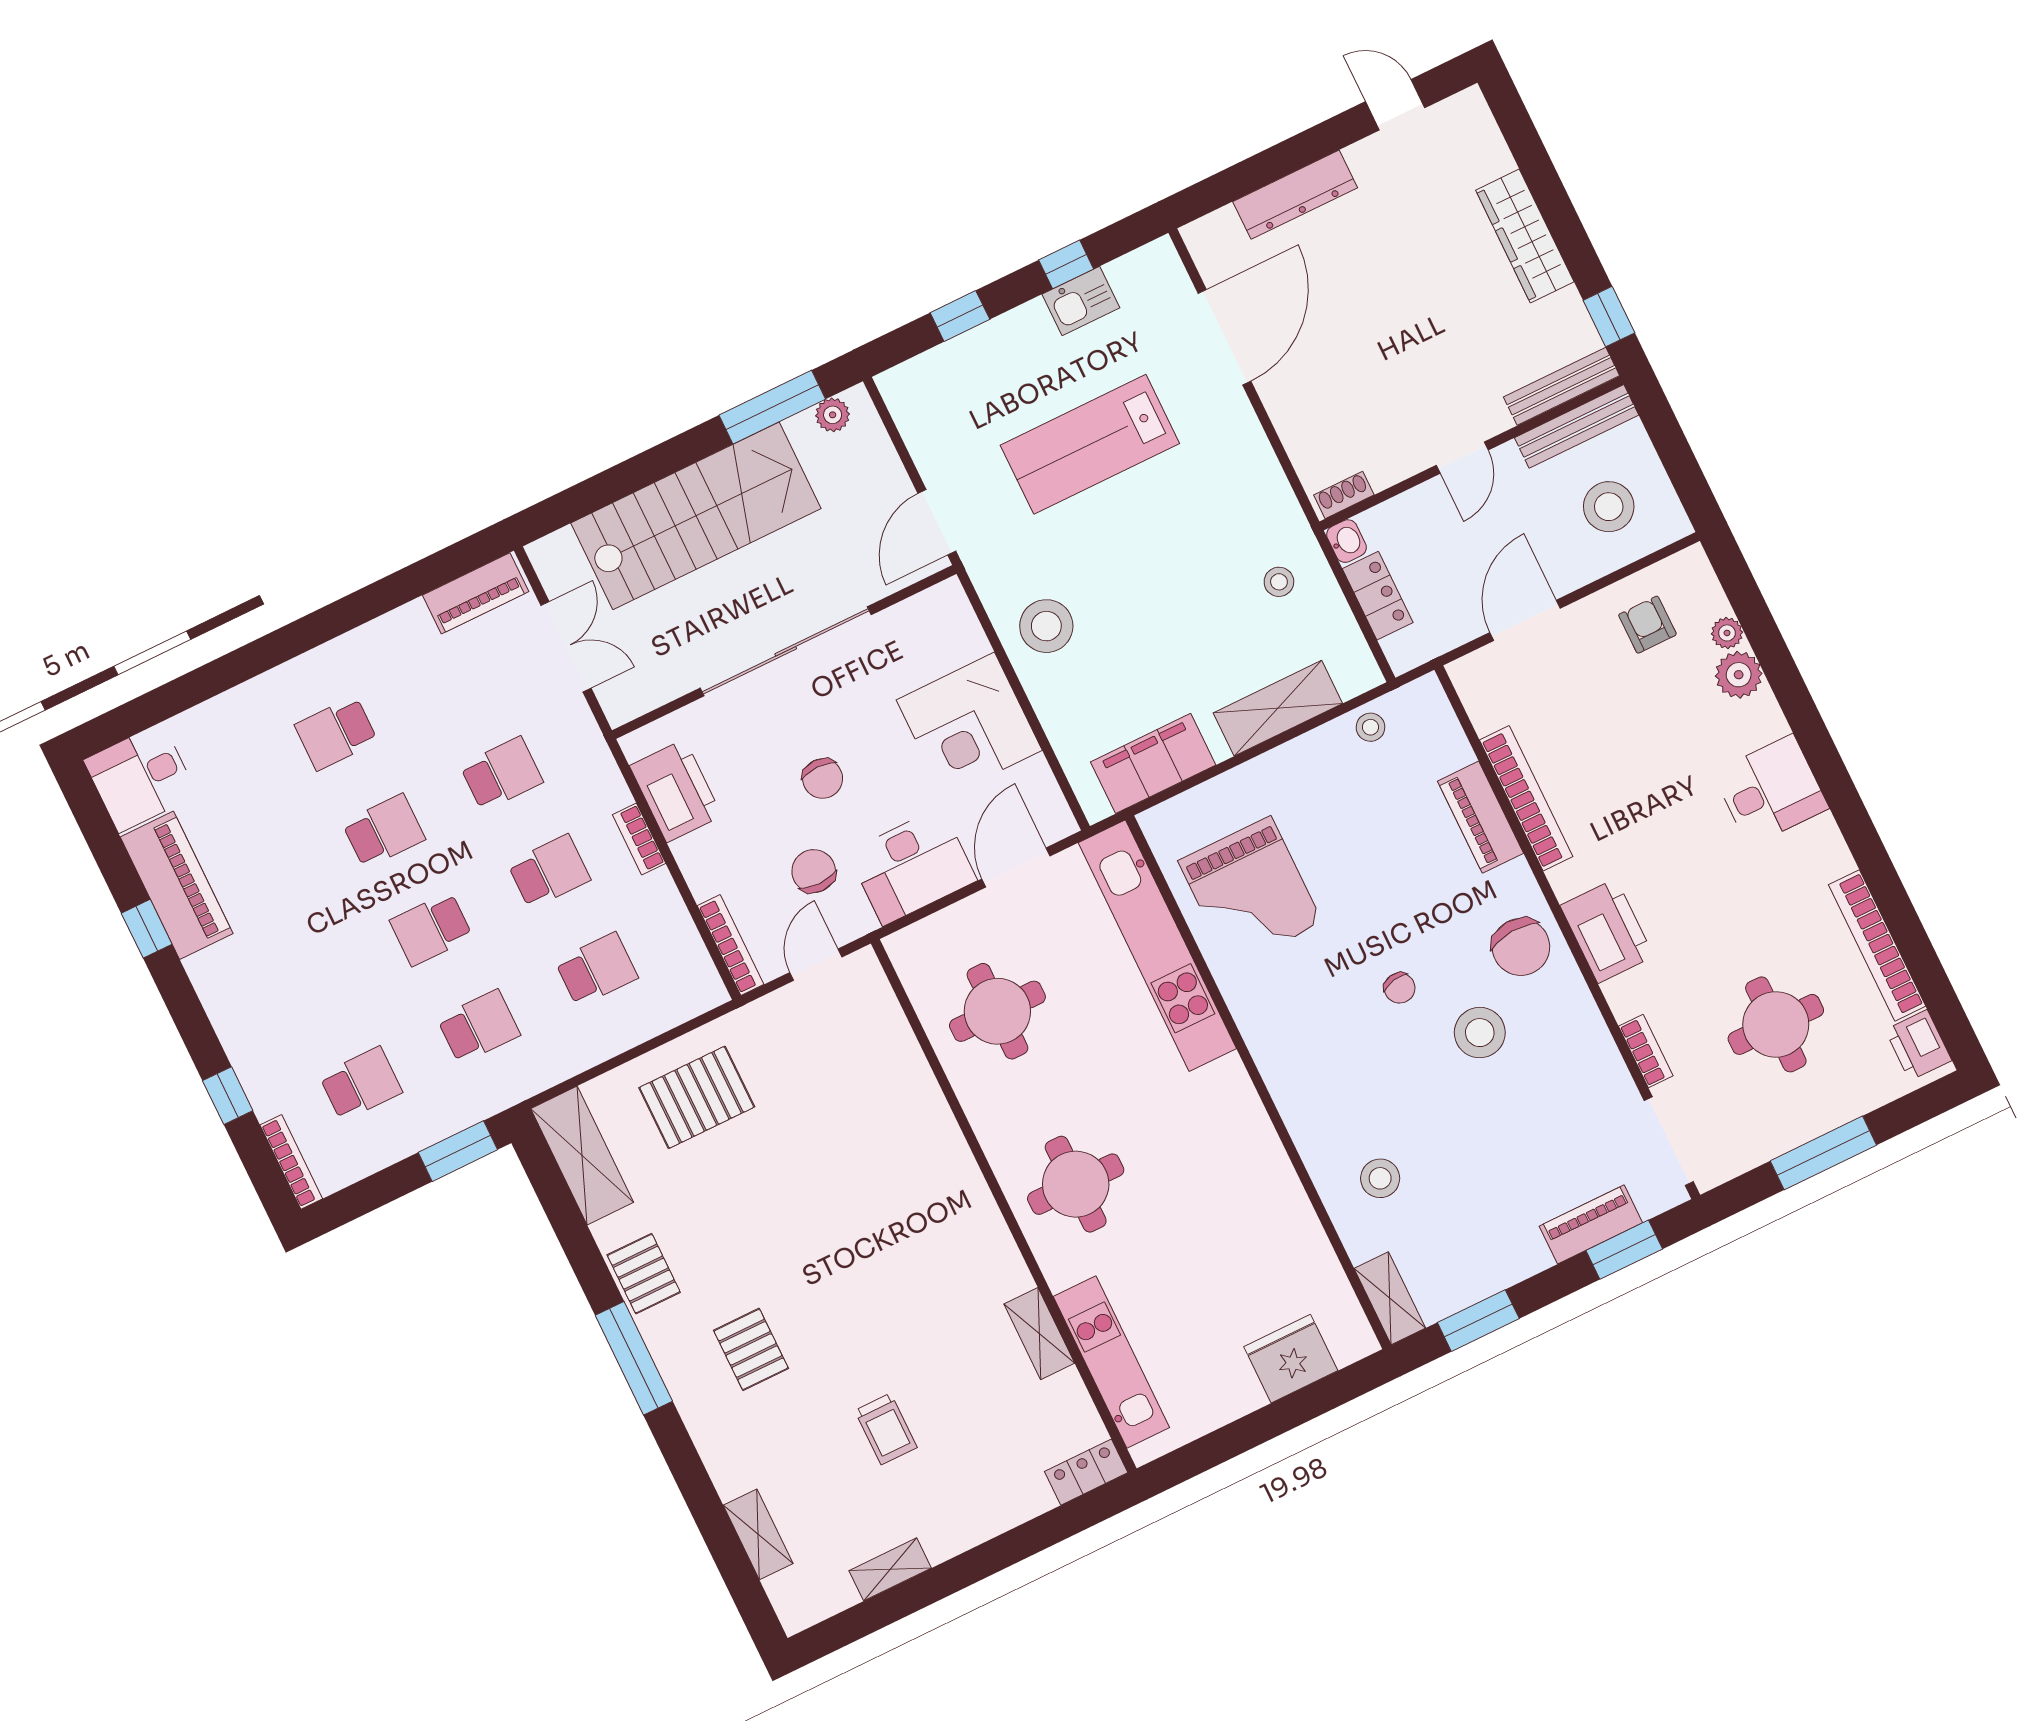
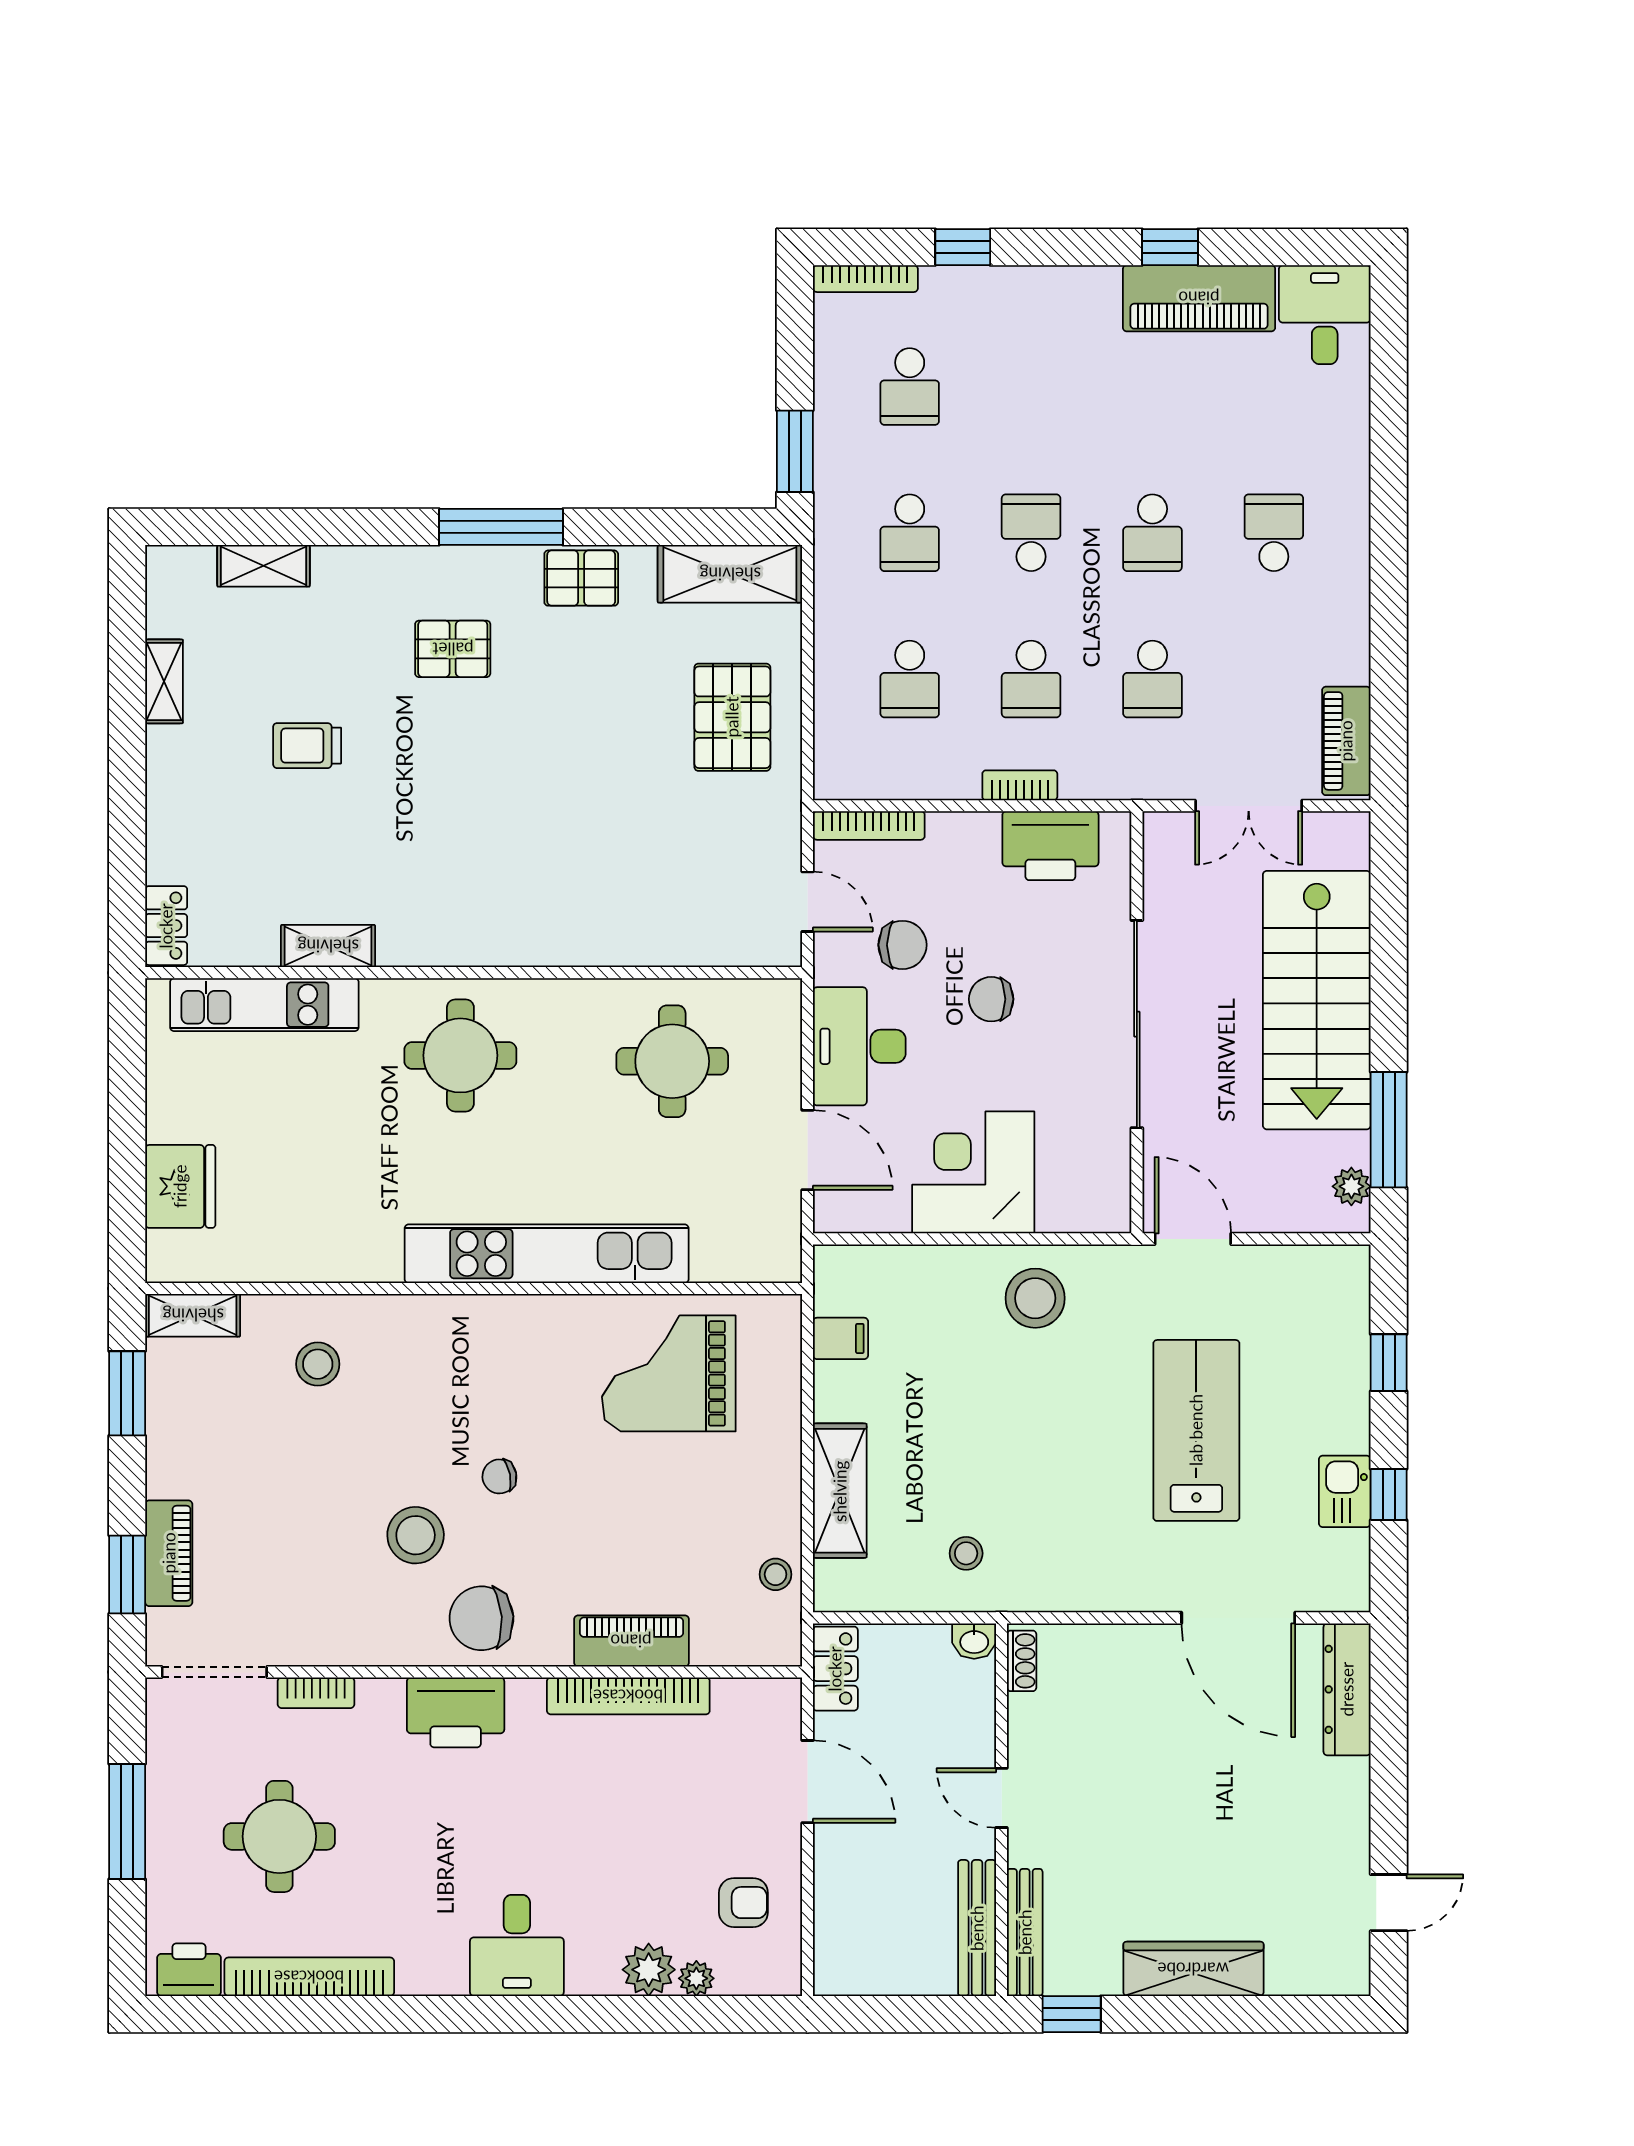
dresser: (1295, 195) -> (1347, 1689), moved
stool: (1609, 507) -> (881, 1921), removed
locker: (1378, 596) -> (835, 1669), moved, turned -90
filing cabinet: (1153, 763) -> (841, 1338), width x0.33, depth x0.86
kitchen unit: (1157, 946) -> (547, 1254), moved

